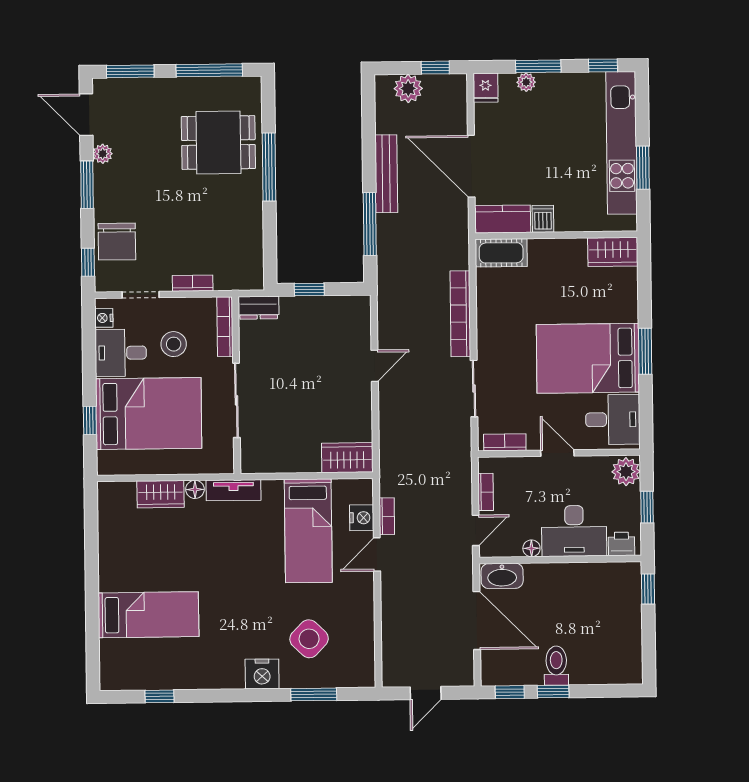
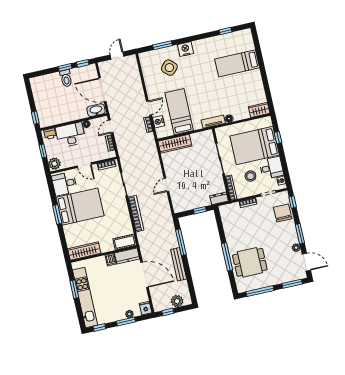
wardrobe: (613, 252) -> (84, 251), width x1.50
wardrobe: (347, 458) -> (175, 144), width x1.50
wardrobe: (160, 494) -> (259, 110), moved

